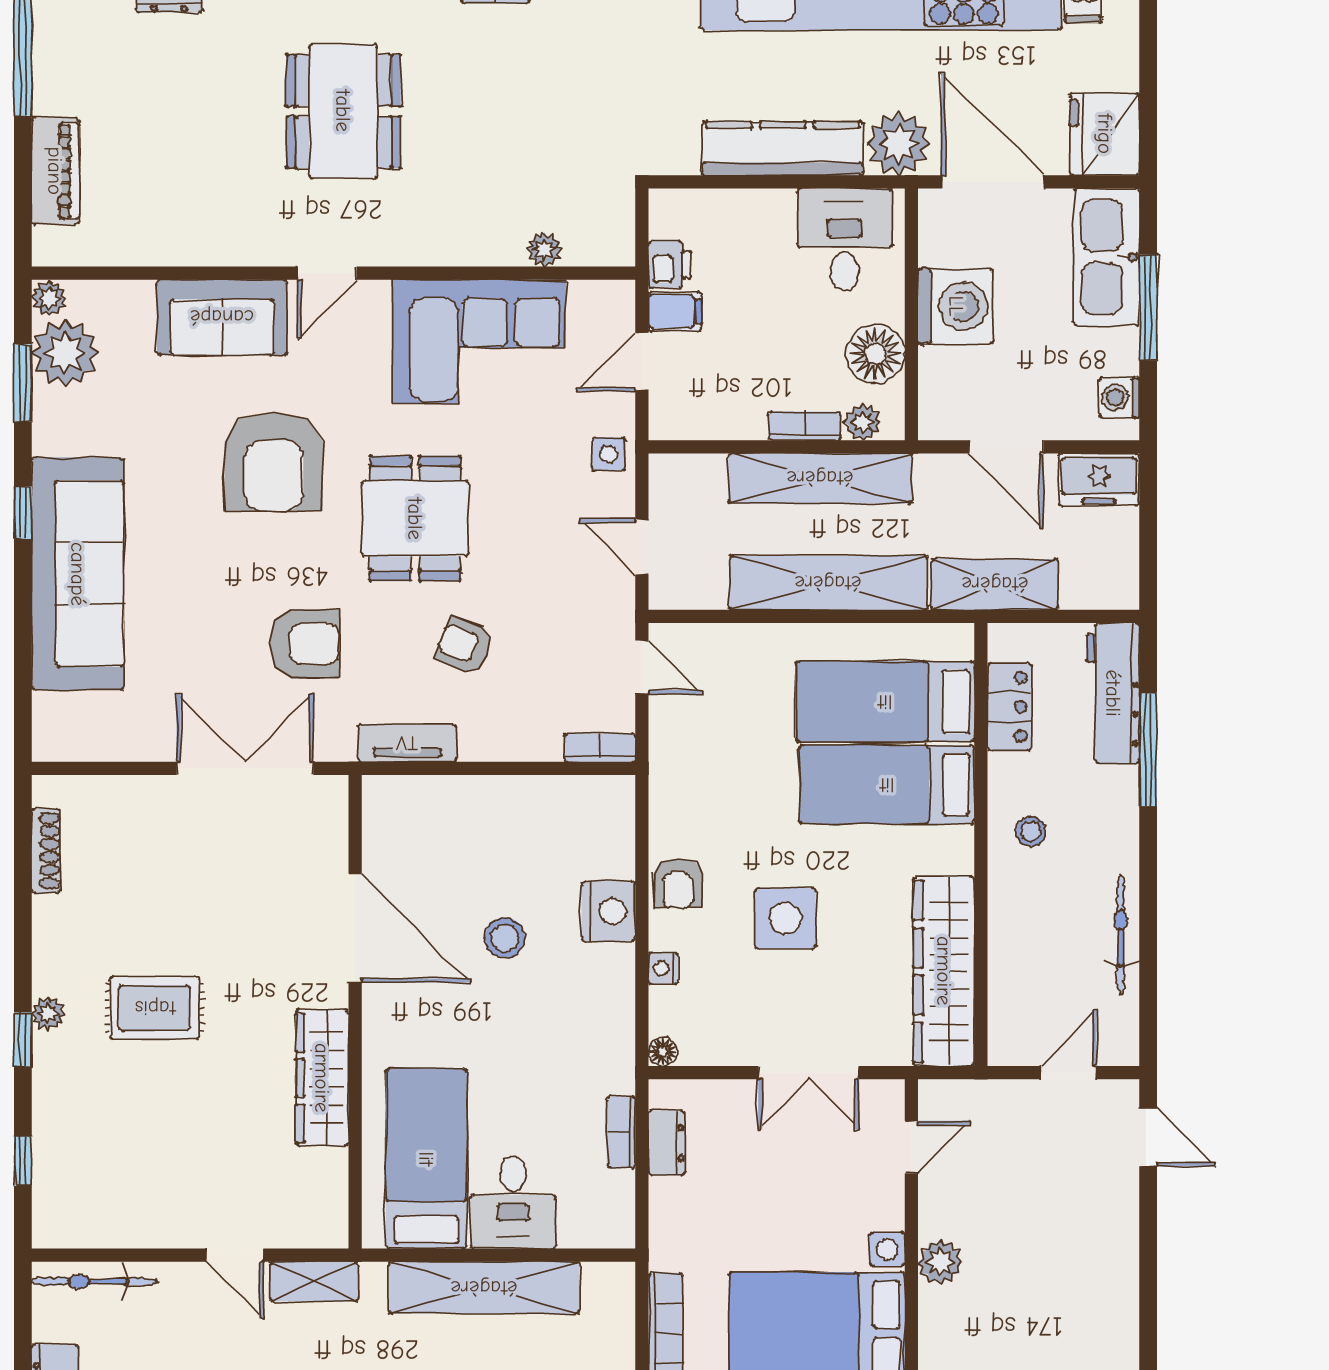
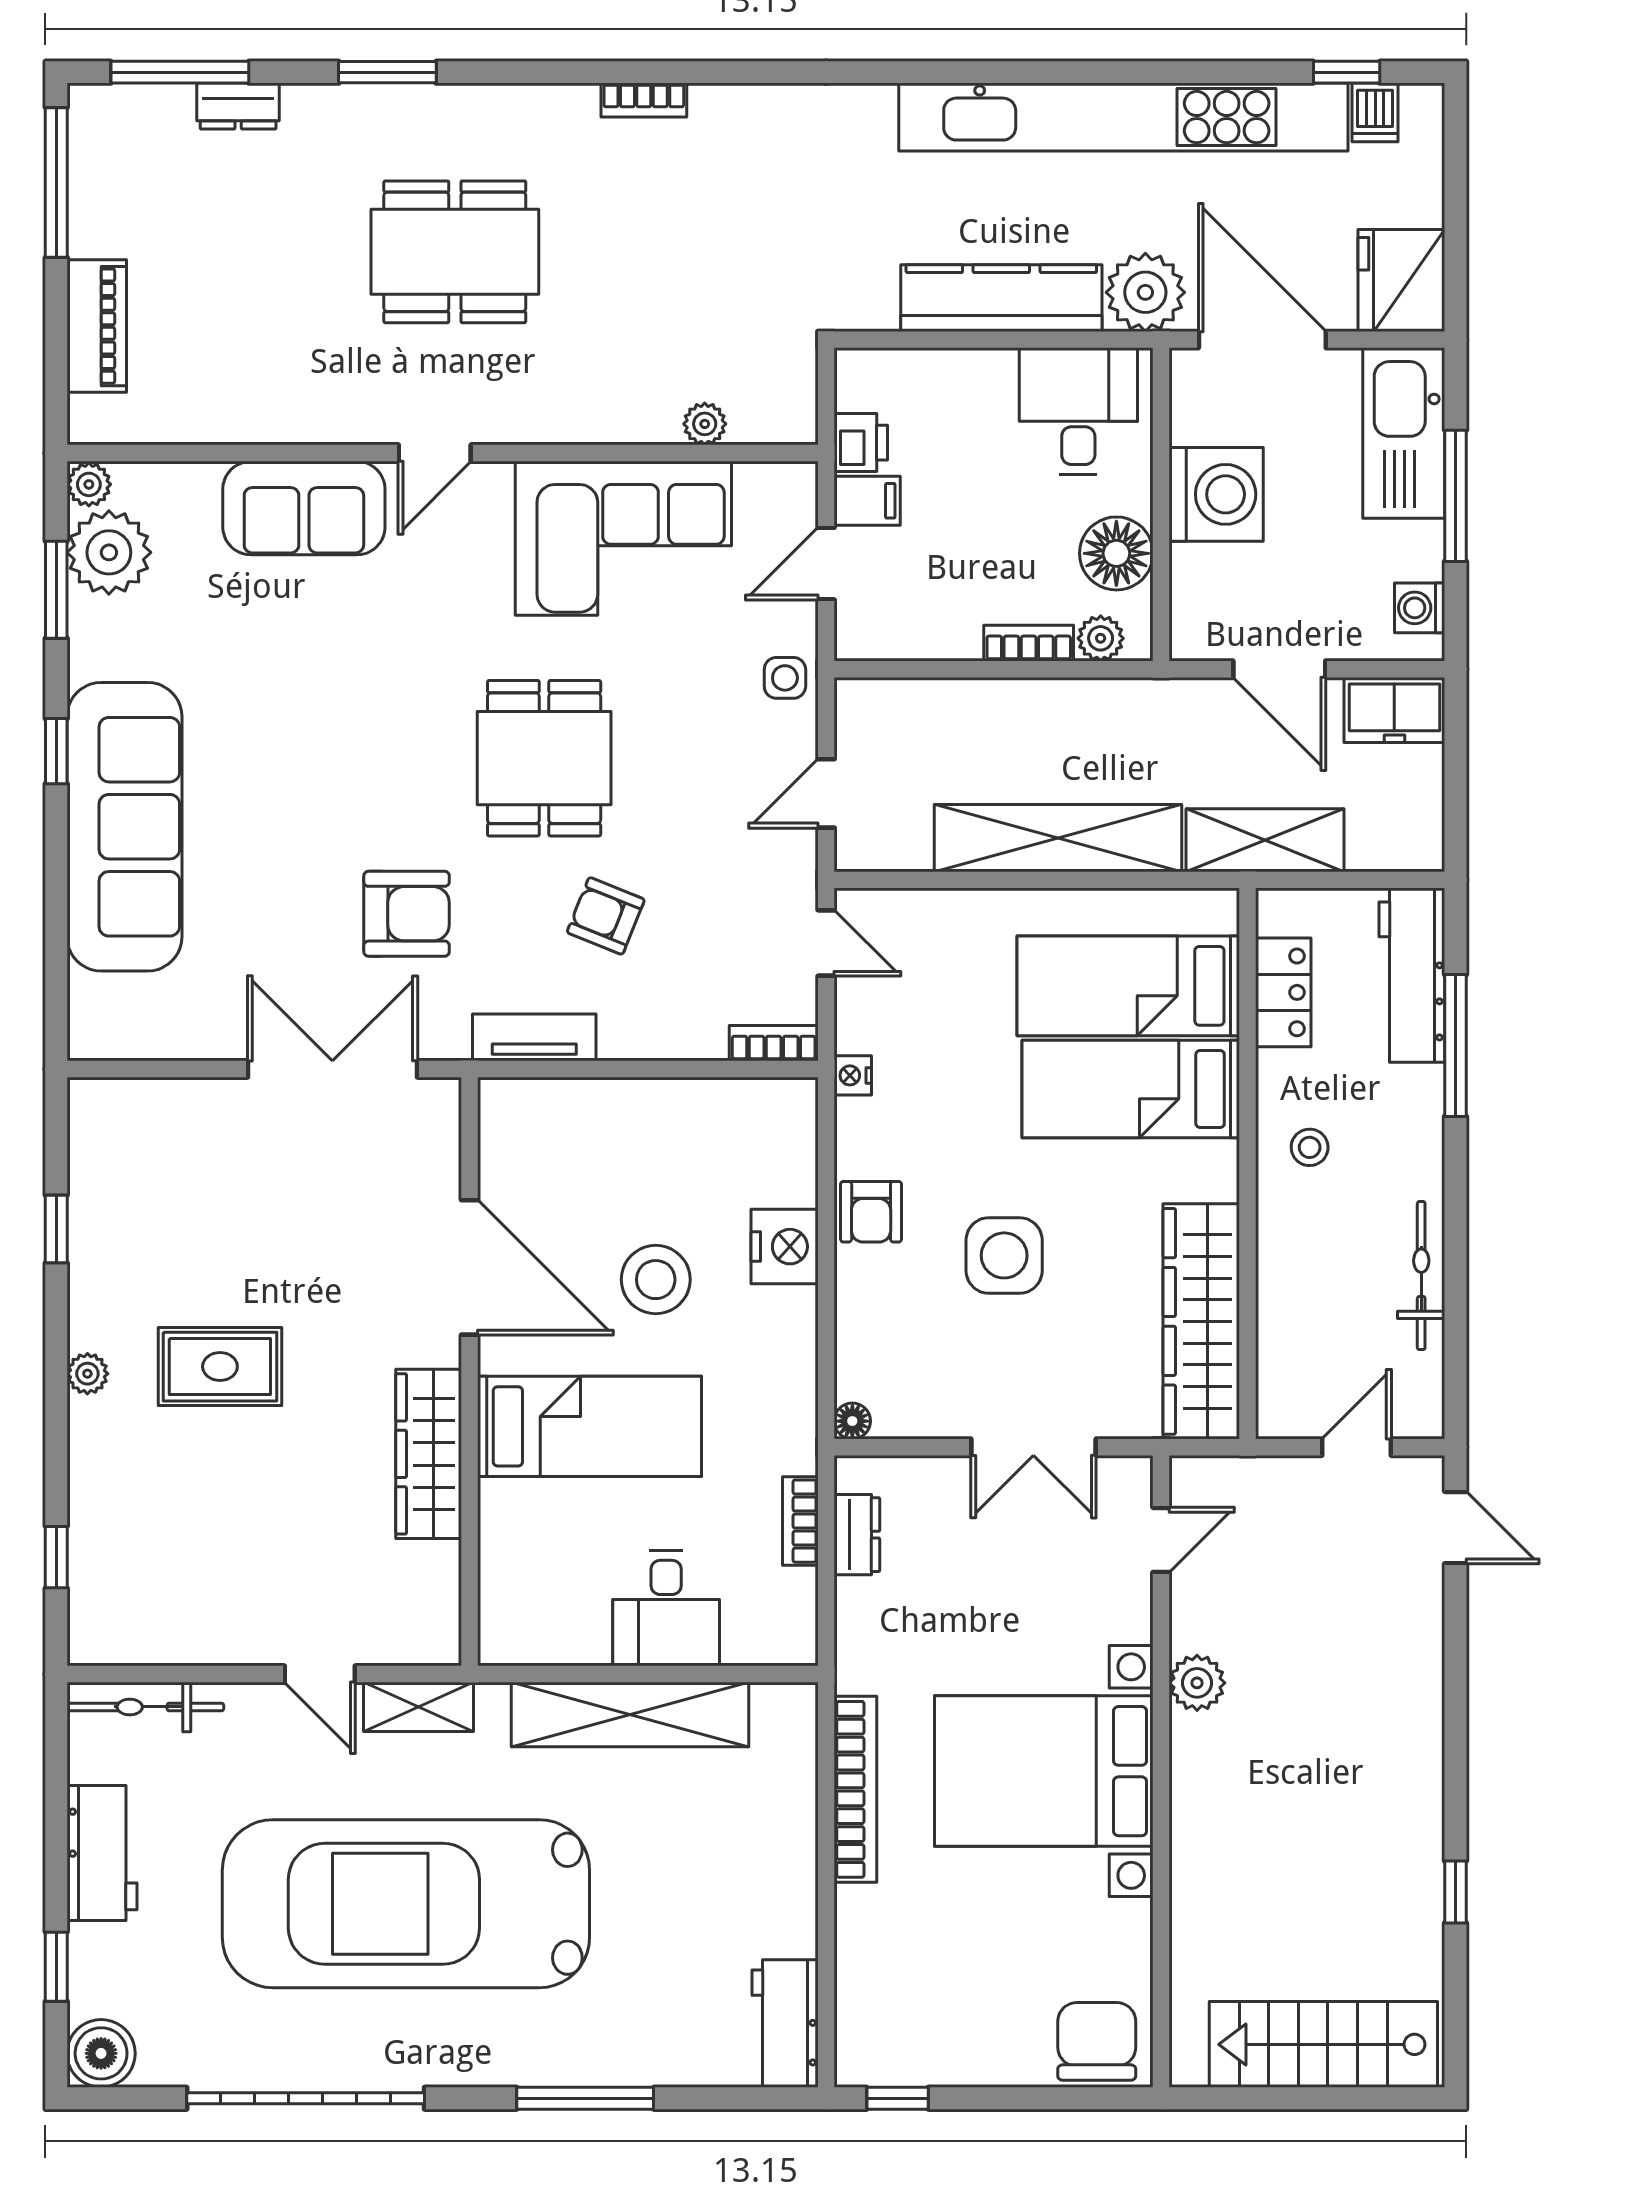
dining table: (343, 111) -> (455, 252), turned 90
armchair: (274, 462) -> (368, 688), removed
shelving: (820, 478) -> (1048, 708), removed
door: (642, 547) -> (826, 793), hinge flipped
shoe rack: (46, 851) -> (85, 1171), removed
stool: (505, 938) -> (656, 1280), width x1.38, depth x1.38
nightstand: (663, 968) -> (853, 1075), moved
window: (23, 1040) -> (56, 1229), moved
bed: (426, 1159) -> (590, 1426), moved, turned 90

